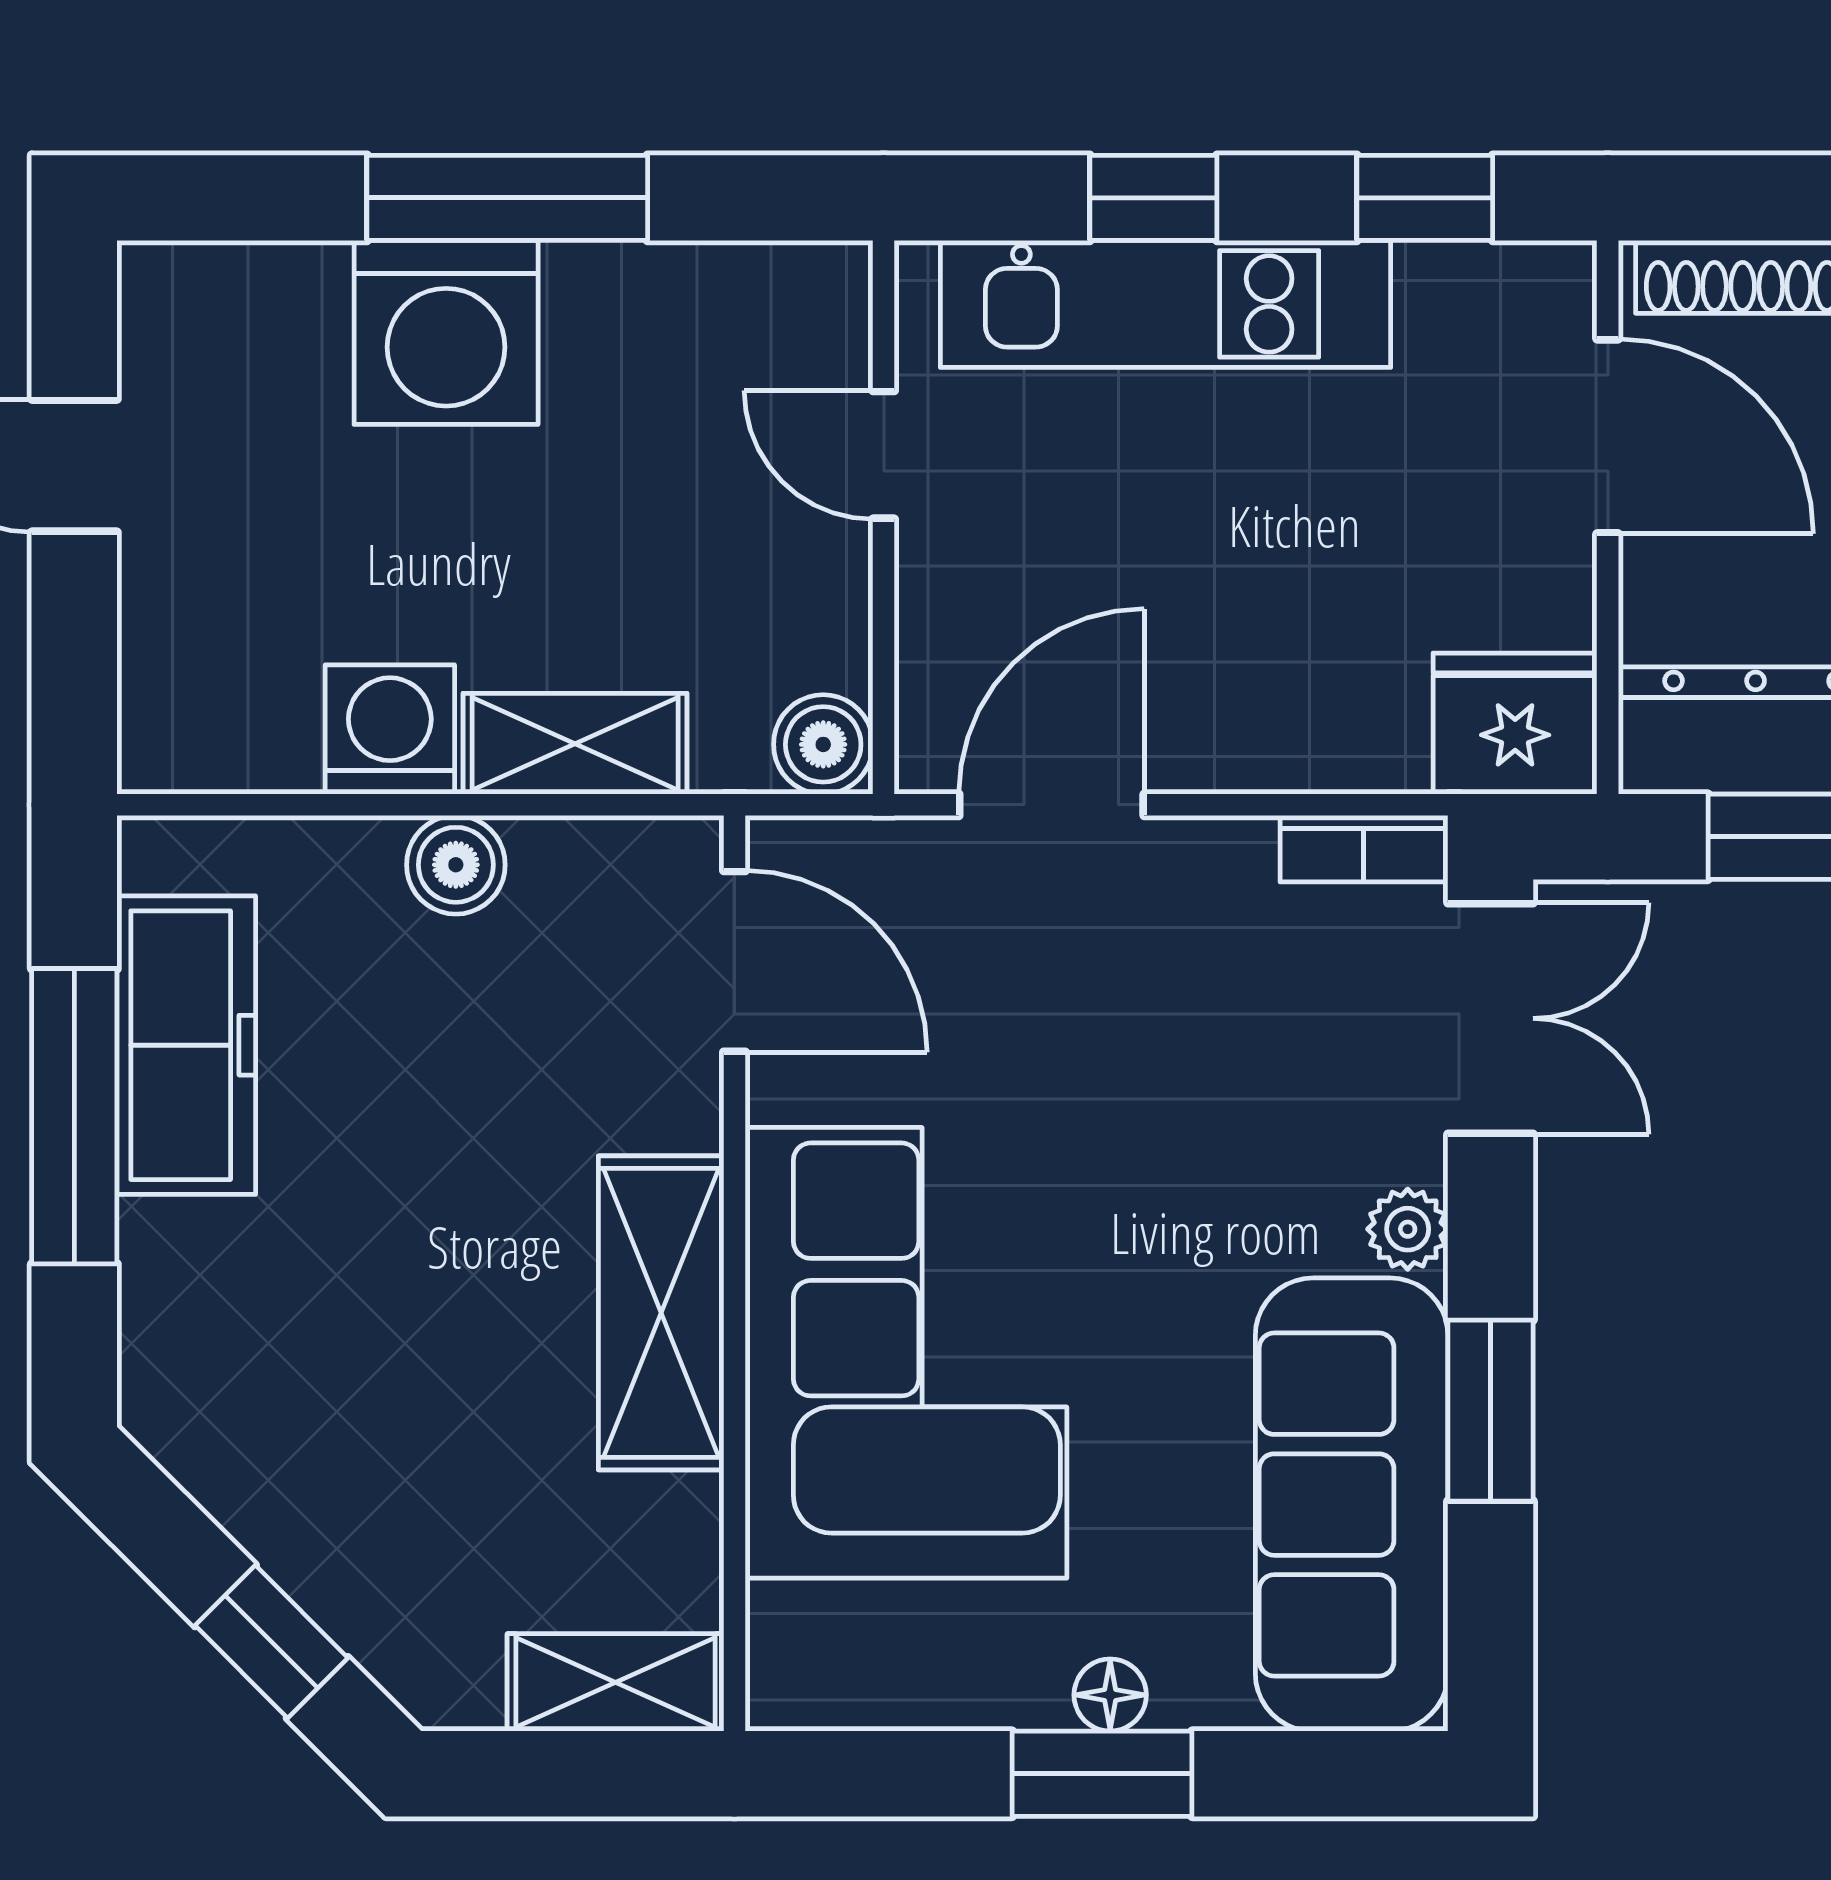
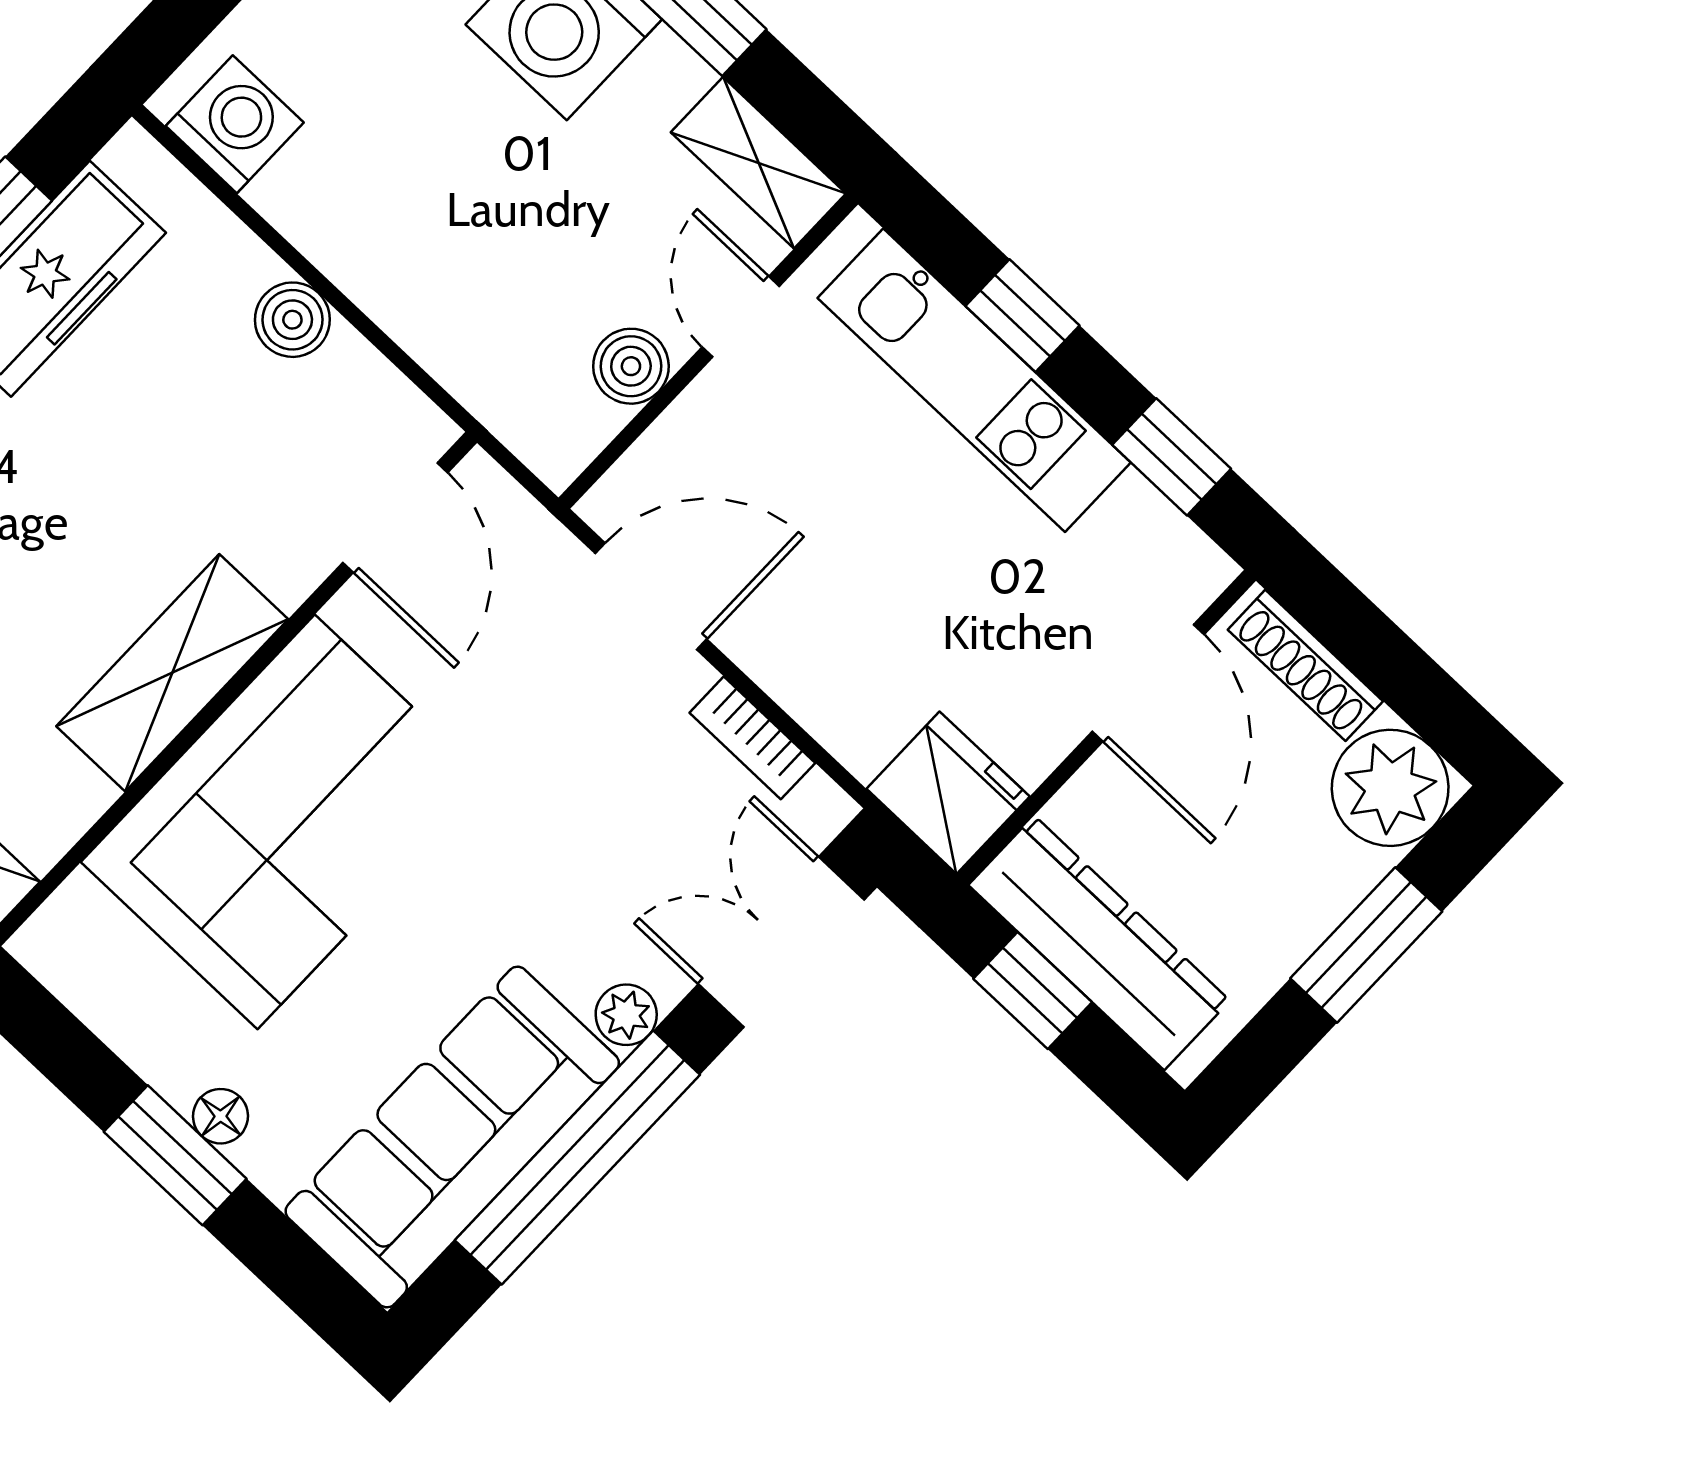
washing machine: (390, 729) -> (235, 124), moved
shelving: (575, 744) -> (758, 163), moved
boiler: (823, 744) -> (631, 366), moved
bookcase: (1363, 849) -> (752, 738), moved
double door: (1490, 1018) -> (781, 942), swing flipped
window: (1490, 1411) -> (577, 1158), width x2.11

